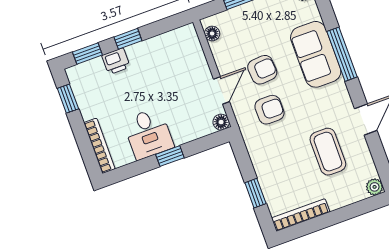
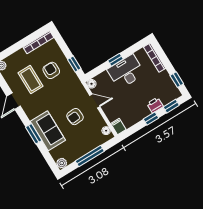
filing cabinet: (189, 36) -> (118, 127), added
window: (342, 54) -> (34, 134), width x0.69
door: (221, 90) -> (95, 101), swing flipped
armchair: (269, 110) -> (51, 70), moved, turned 90
desk: (148, 134) -> (126, 72), width x1.37
window: (255, 193) -> (74, 64), moved

